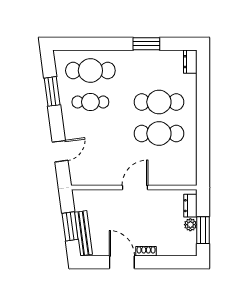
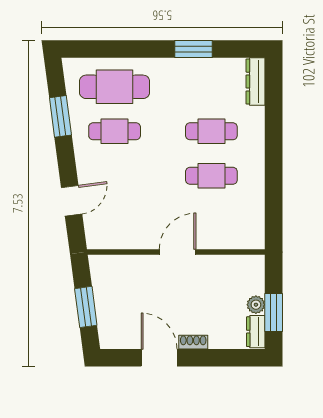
dresser: (190, 62) -> (256, 82), width x1.44
cafe table: (159, 102) -> (211, 131), width x0.73, depth x0.74
cafe table: (159, 133) -> (211, 176), width x0.73, depth x0.74
dresser: (190, 206) -> (256, 332), moved
bench: (83, 233) -> (105, 317), removed

